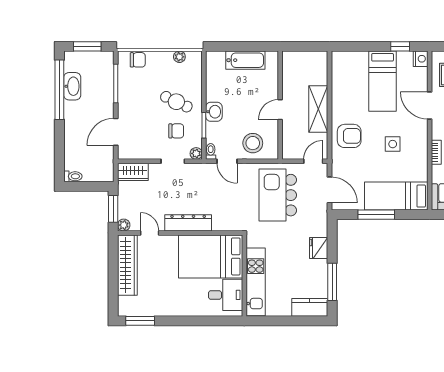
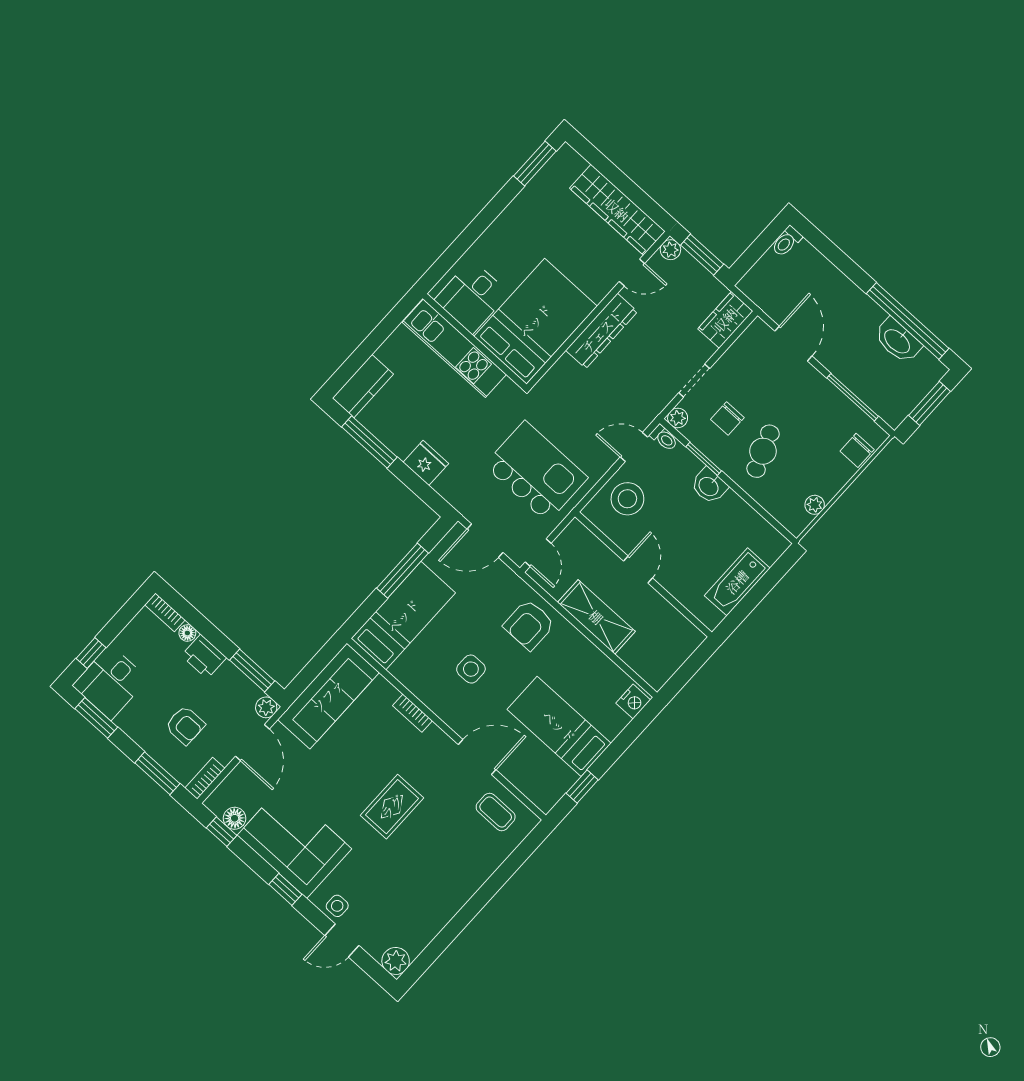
nightstand: (421, 59) -> (633, 702), moved, turned -90
cafe table: (176, 102) -> (763, 451), turned -46

